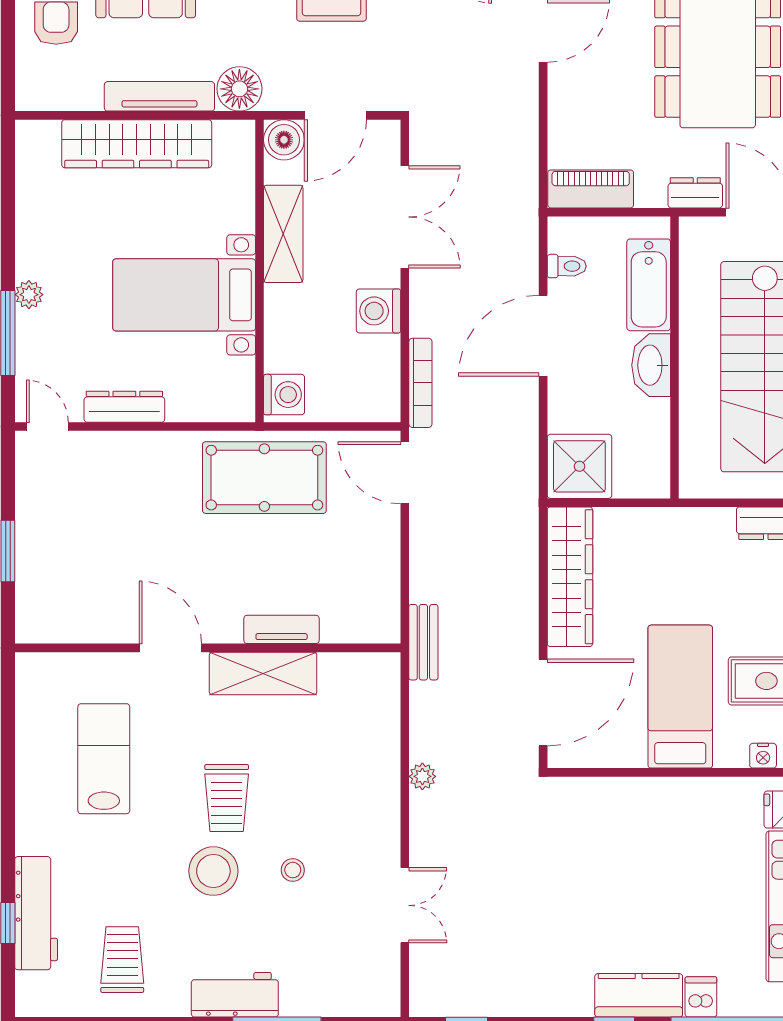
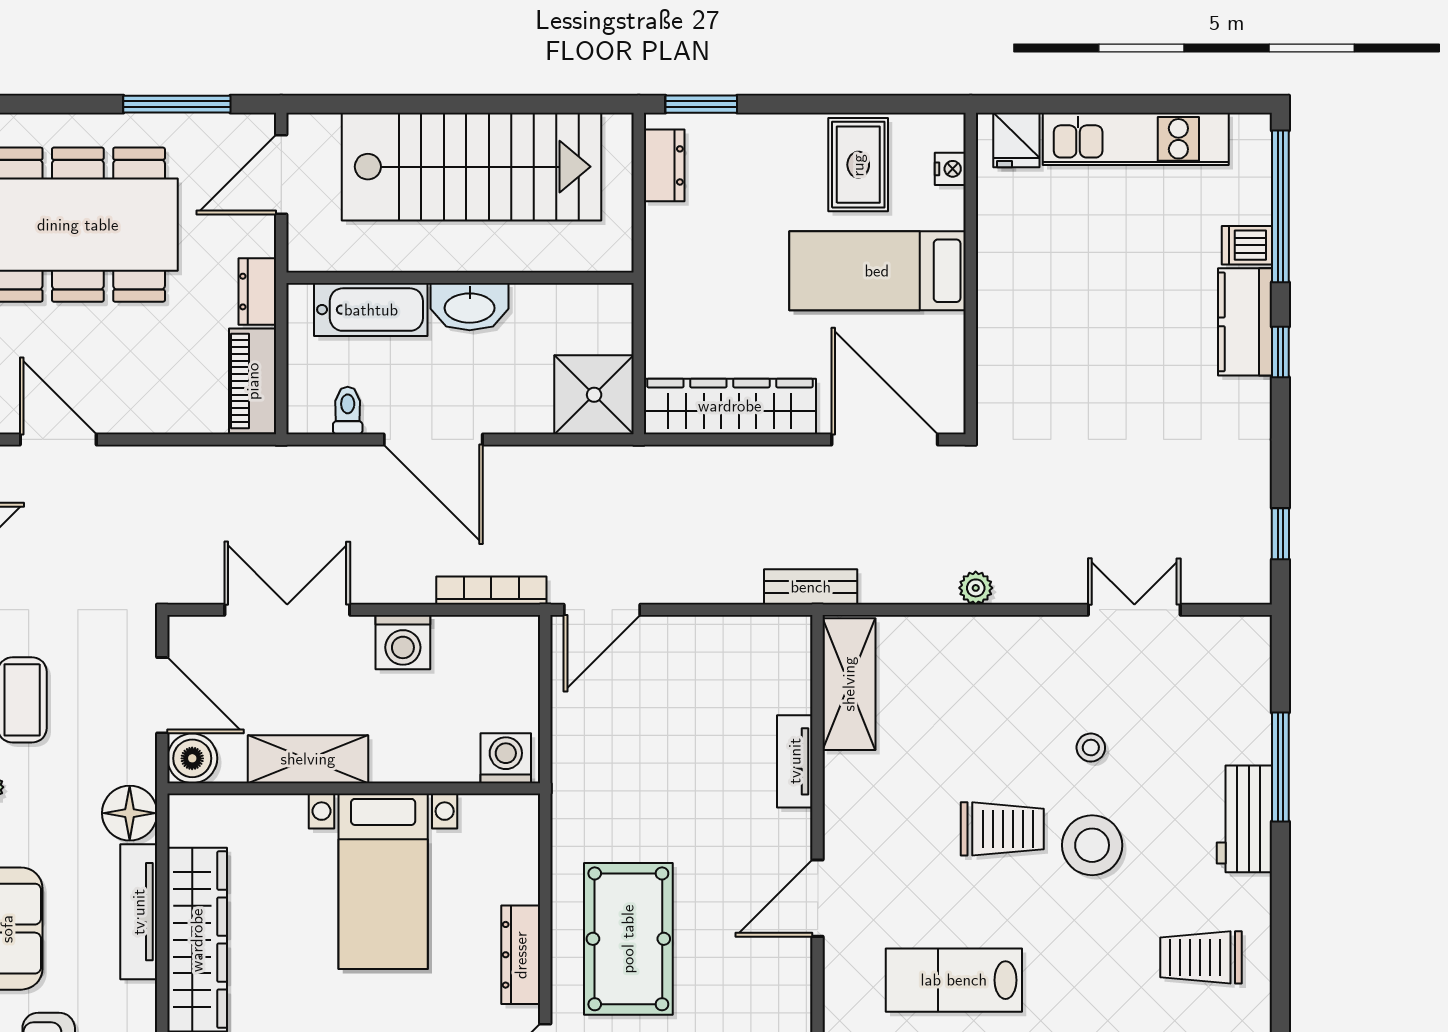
dresser: (695, 193) -> (257, 292), moved
pool table: (264, 478) -> (628, 939), moved
shelving: (263, 673) -> (849, 684), moved

